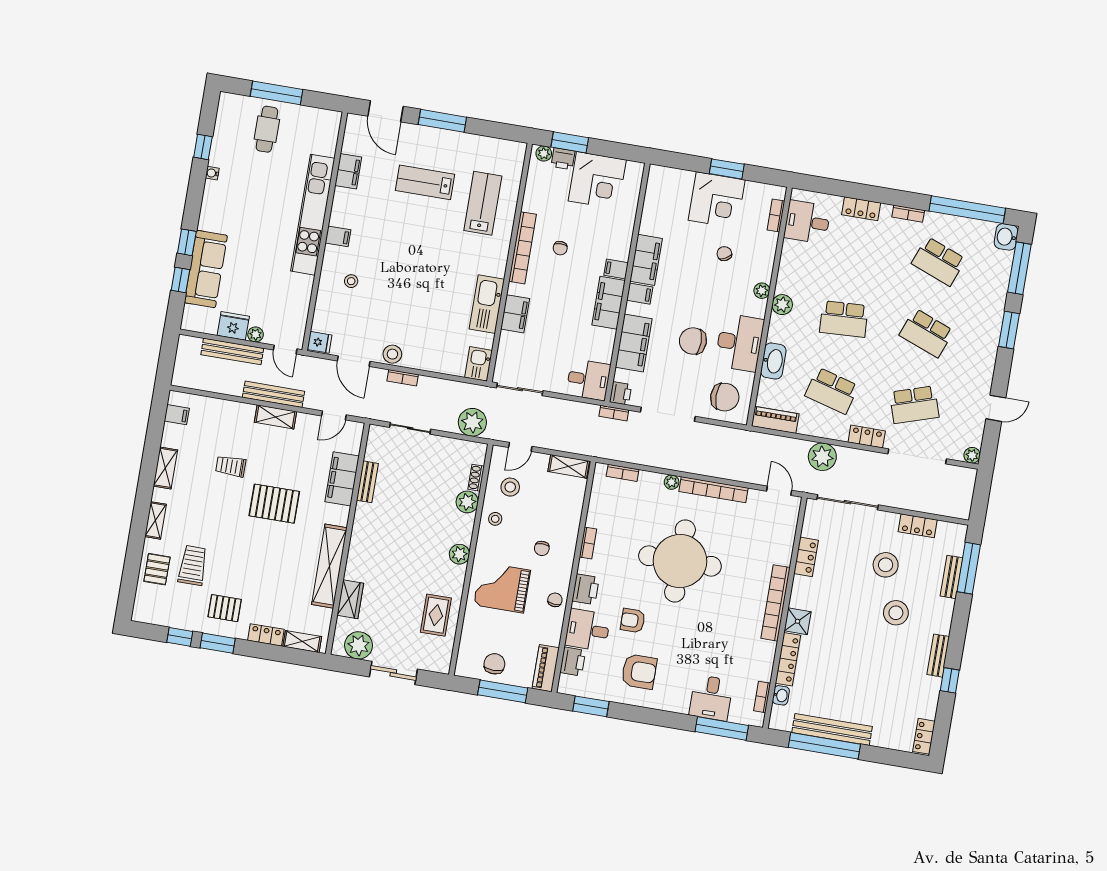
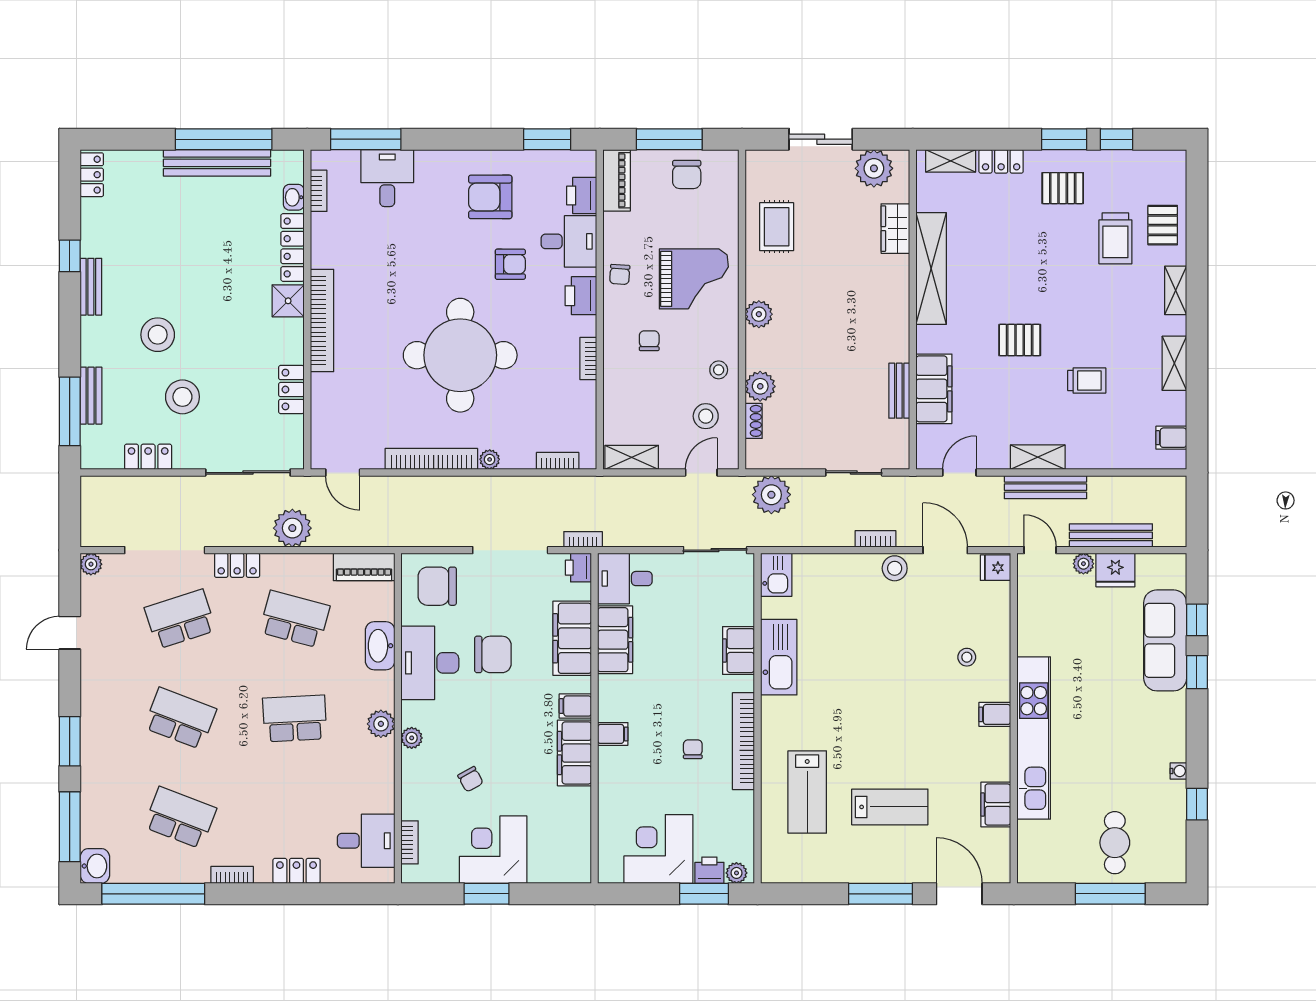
filing cabinet: (609, 303) -> (615, 640), moved
pallet: (274, 504) -> (1020, 340), width x0.67, depth x0.71

